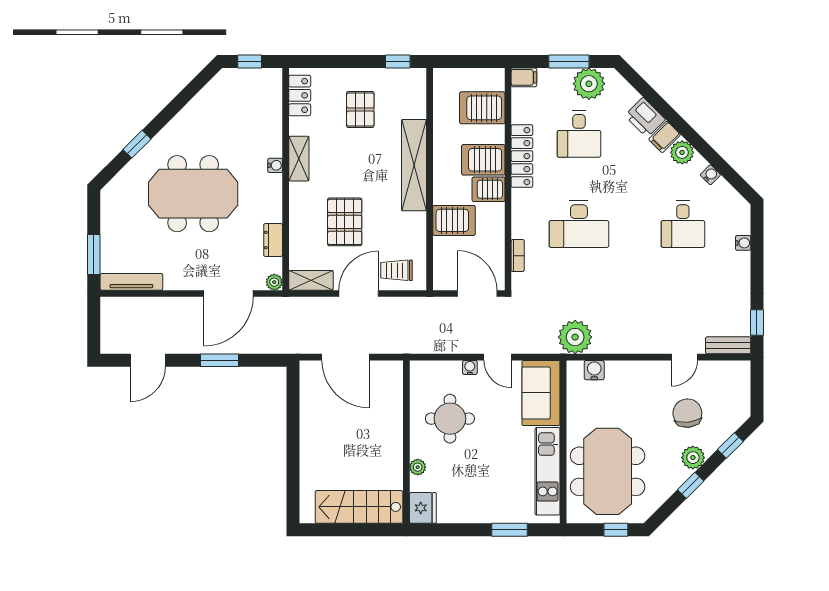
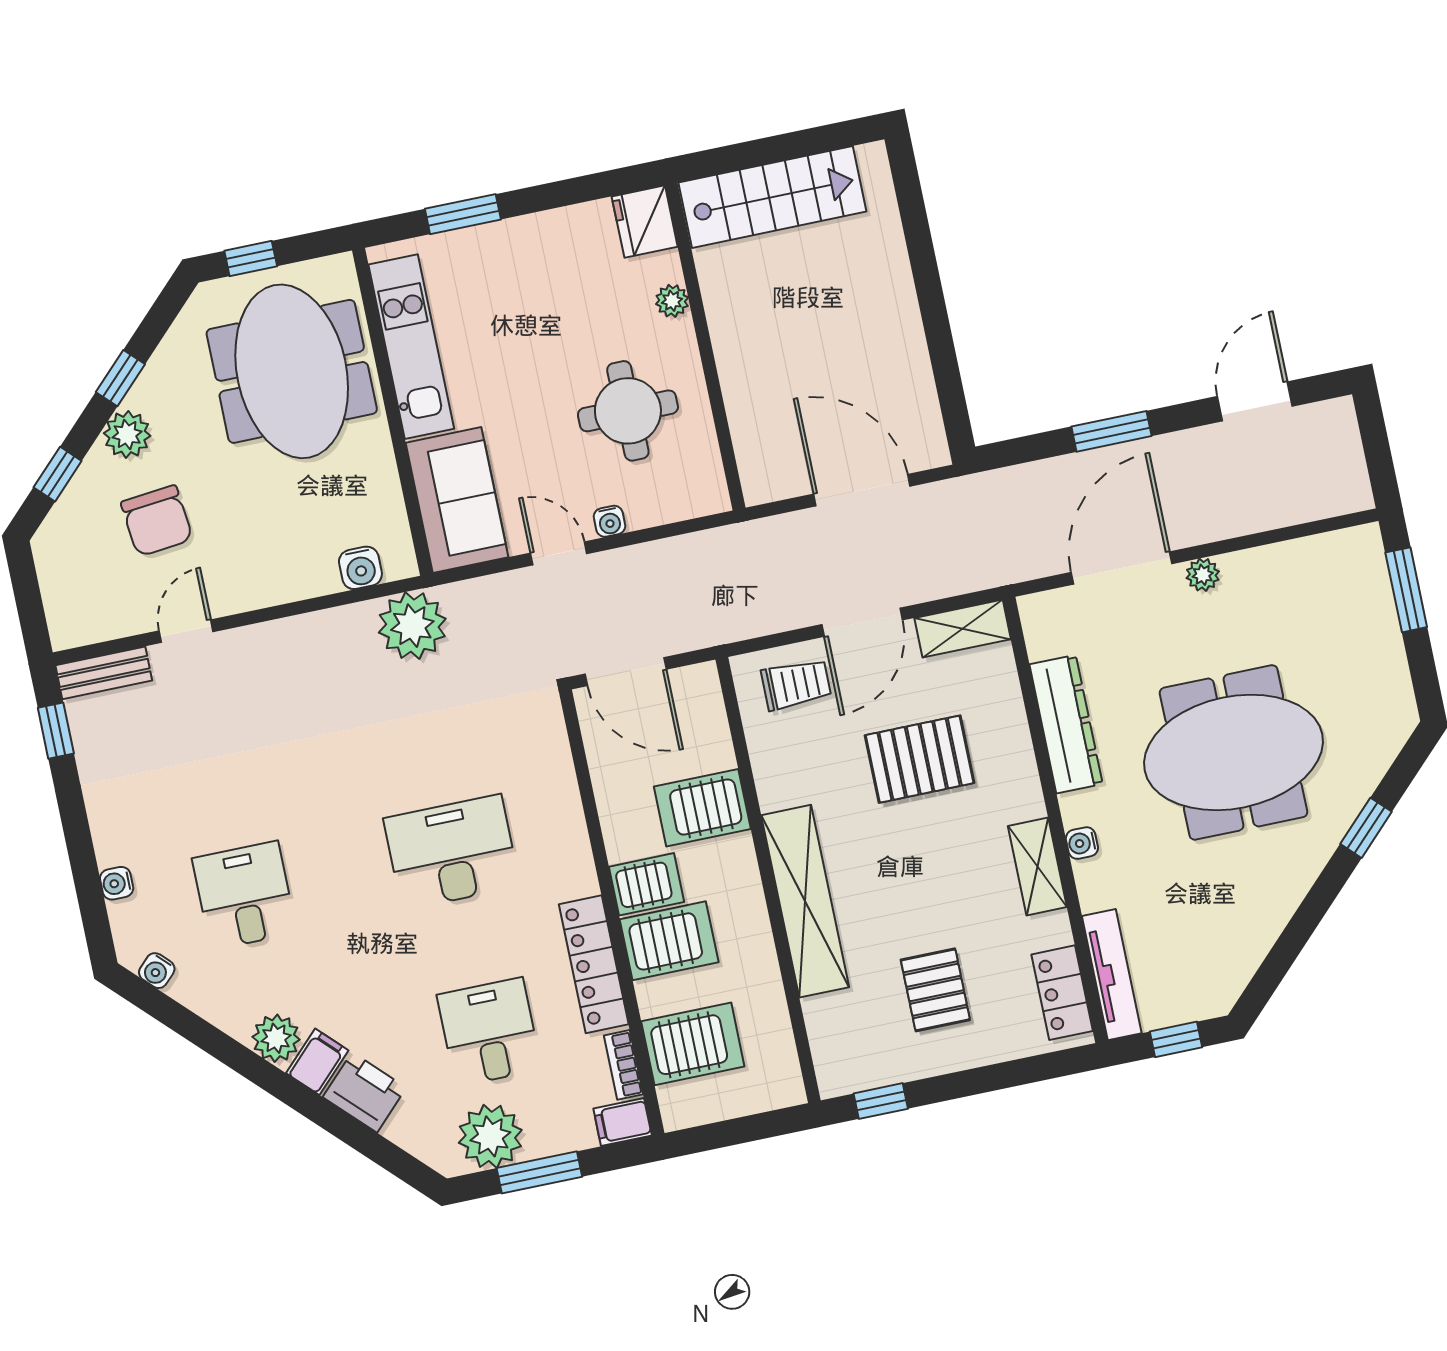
water cooler: (710, 175) -> (157, 971), moved
pallet: (345, 222) -> (920, 759), turned 90
dresser: (273, 240) -> (1066, 724), width x1.96, depth x1.24
bookcase: (518, 256) -> (624, 1065), moved
tv unit: (131, 282) -> (1112, 975), moved, turned -90
plant: (274, 282) -> (1203, 575), moved

